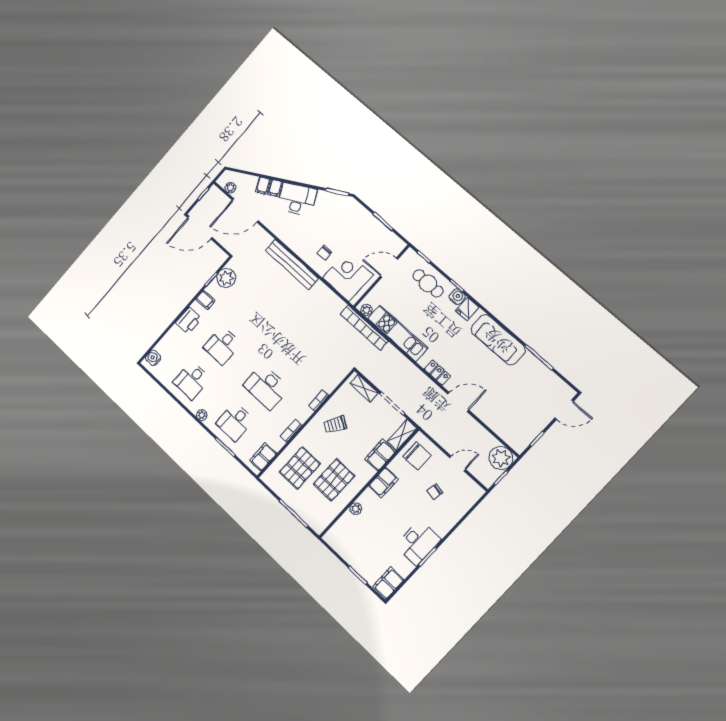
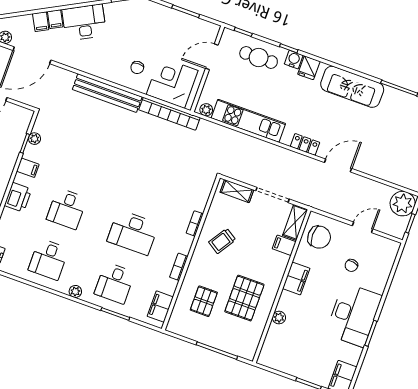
plant: (226, 278) -> (35, 139), width x0.53, depth x0.53
bookcase: (364, 328) -> (169, 114), moved
filing cabinet: (380, 455) -> (284, 245), width x0.50
pallet: (300, 468) -> (204, 301), width x0.67, depth x0.71
desk: (418, 543) -> (354, 315), width x1.36, depth x1.30

